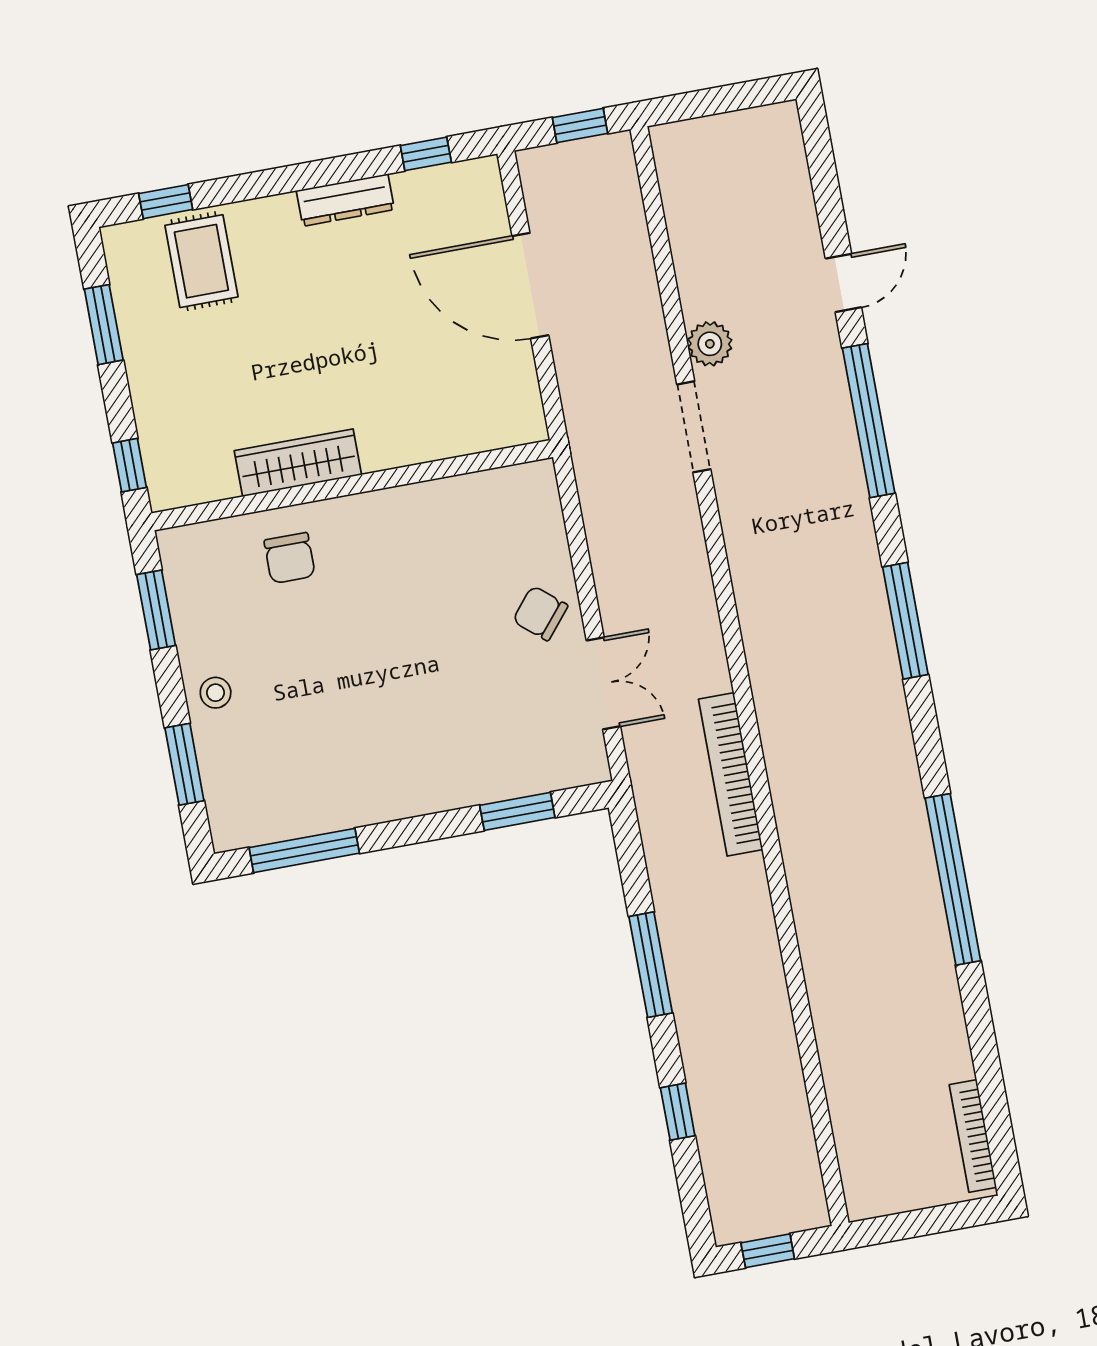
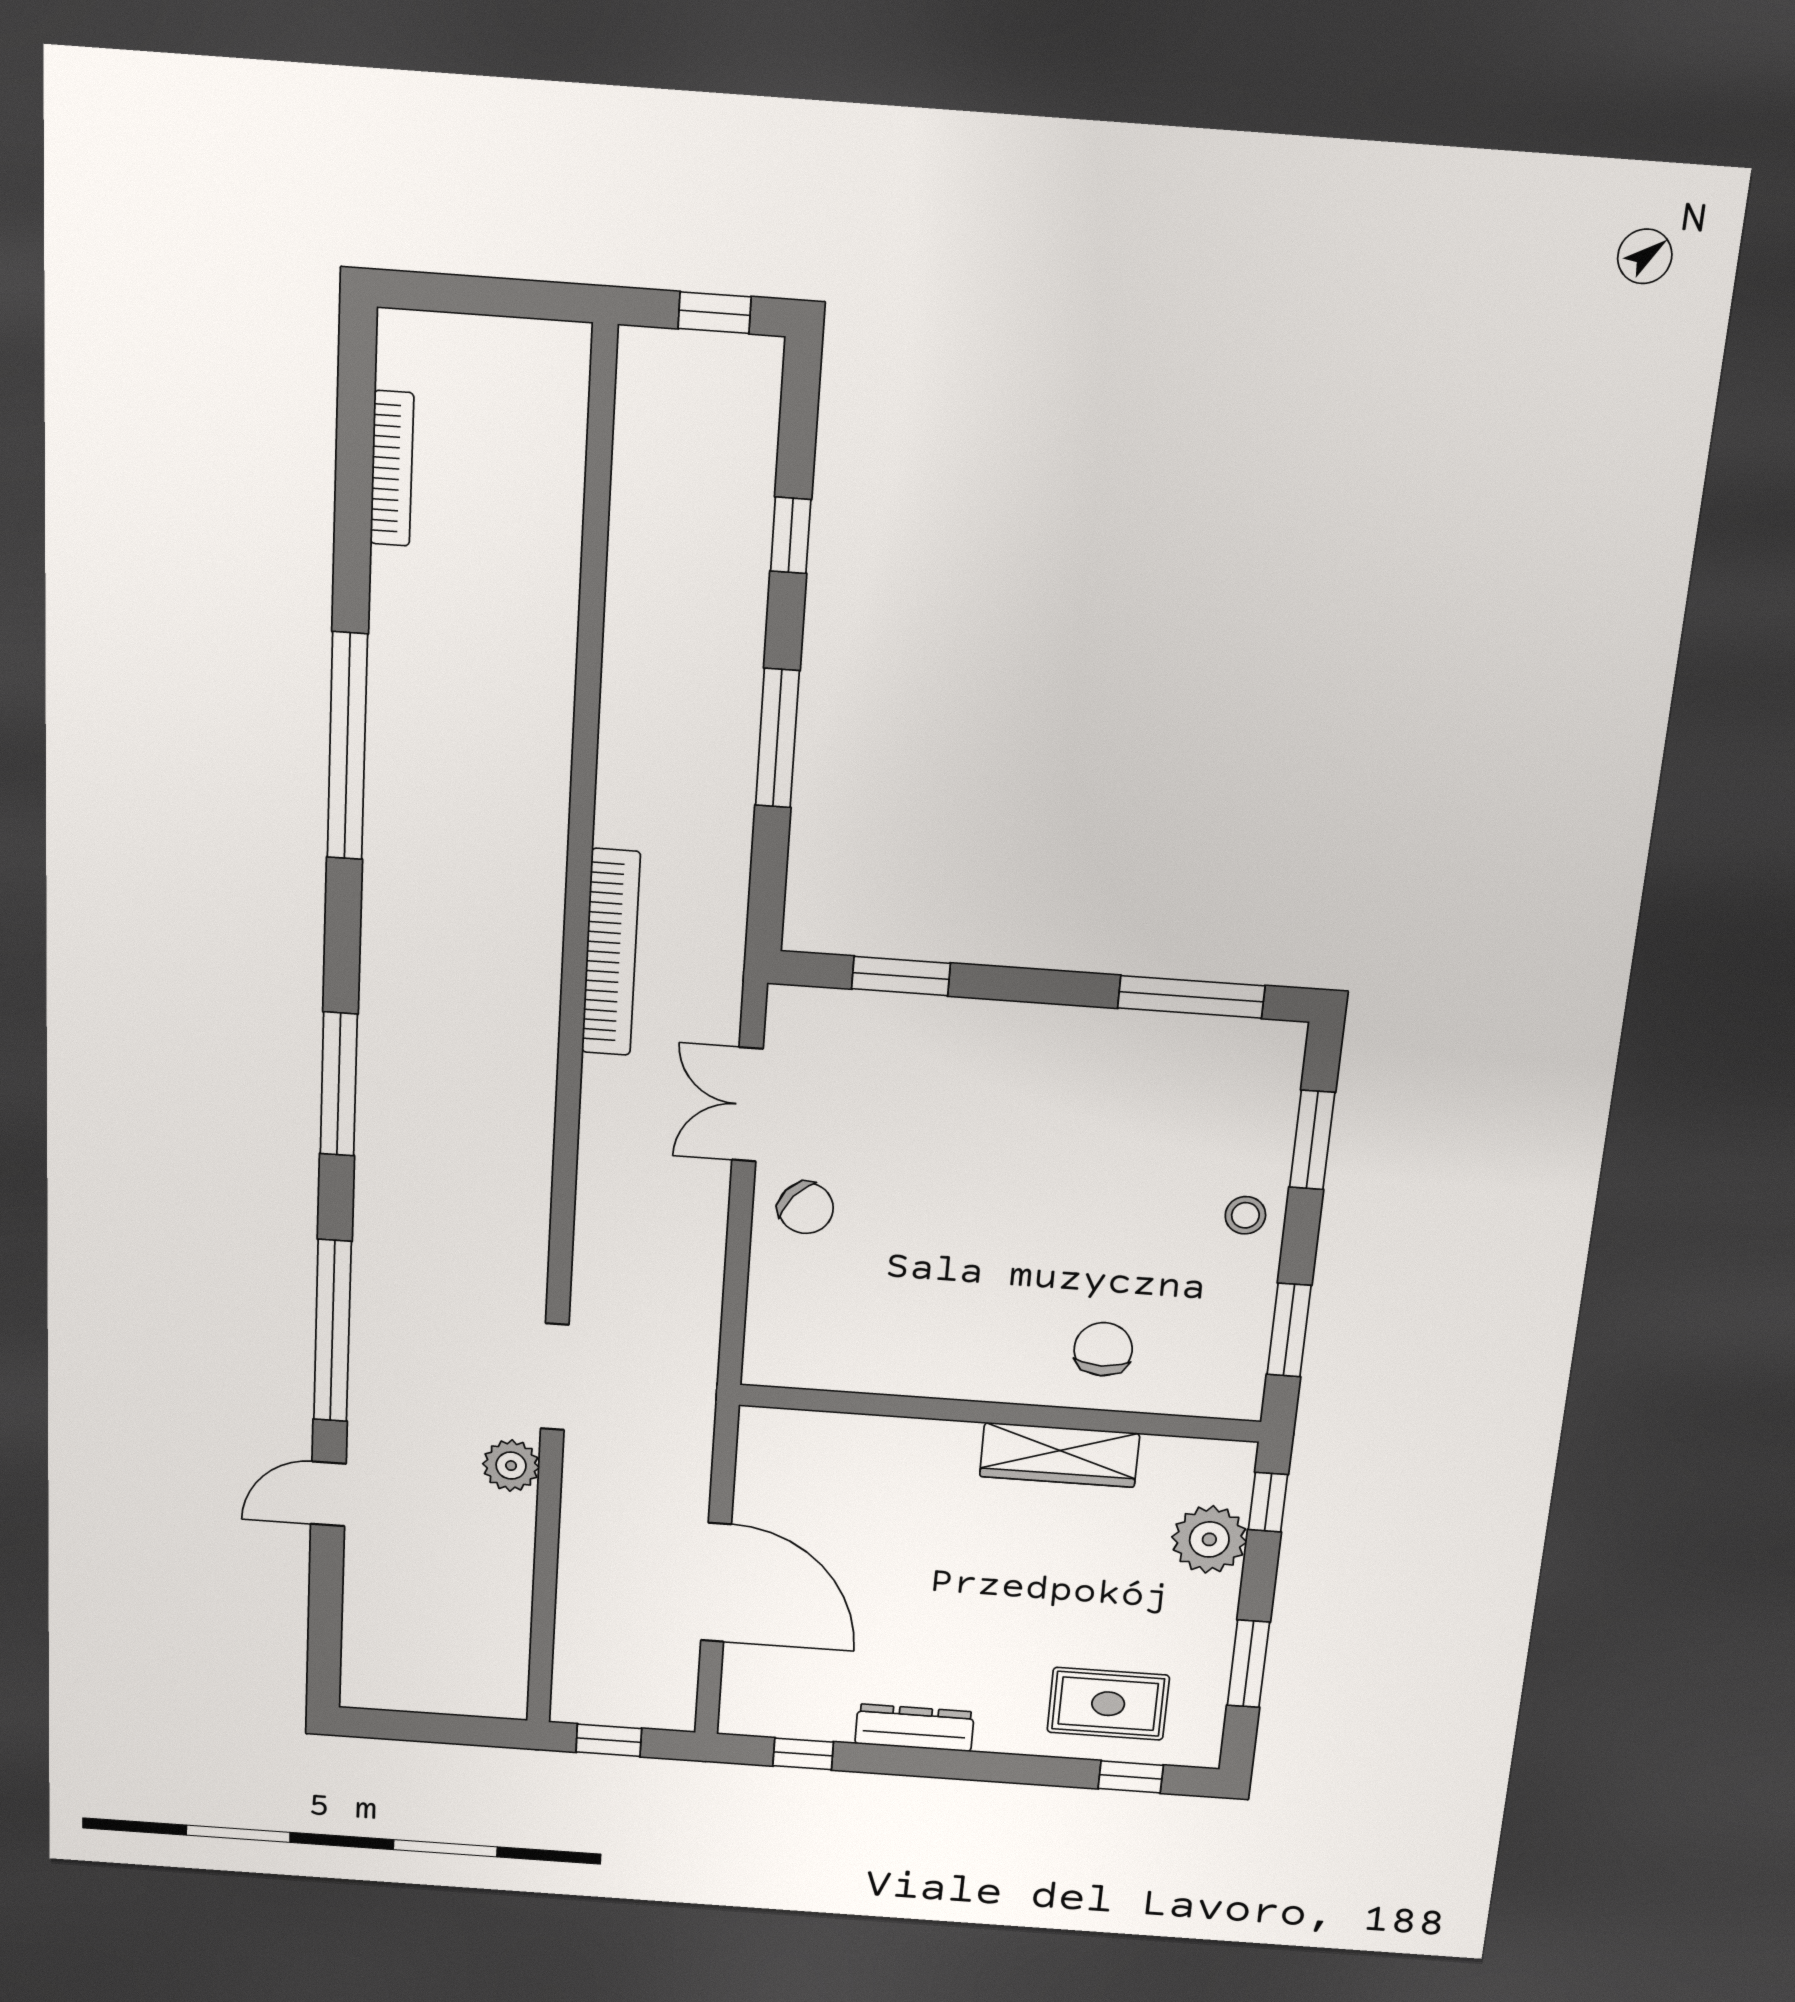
rug: (201, 261) -> (1108, 1704), turned 90
plant: (165, 422) -> (1209, 1539), added
bookcase: (973, 1136) -> (392, 469), moved

